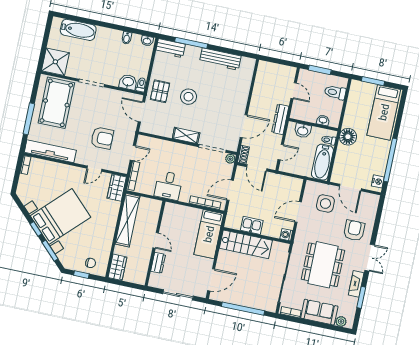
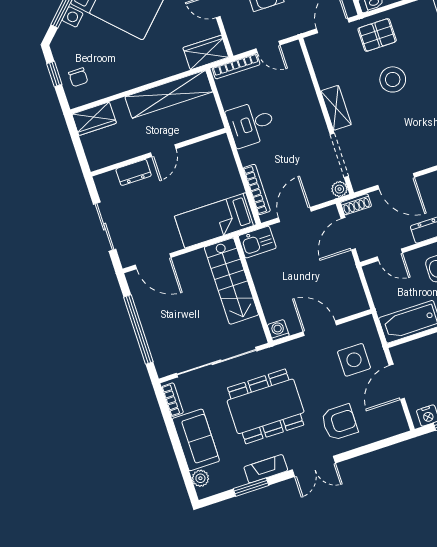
door: (230, 190) -> (295, 215), hinge flipped
kitchen sink: (252, 225) -> (257, 242), moved, turned 90

